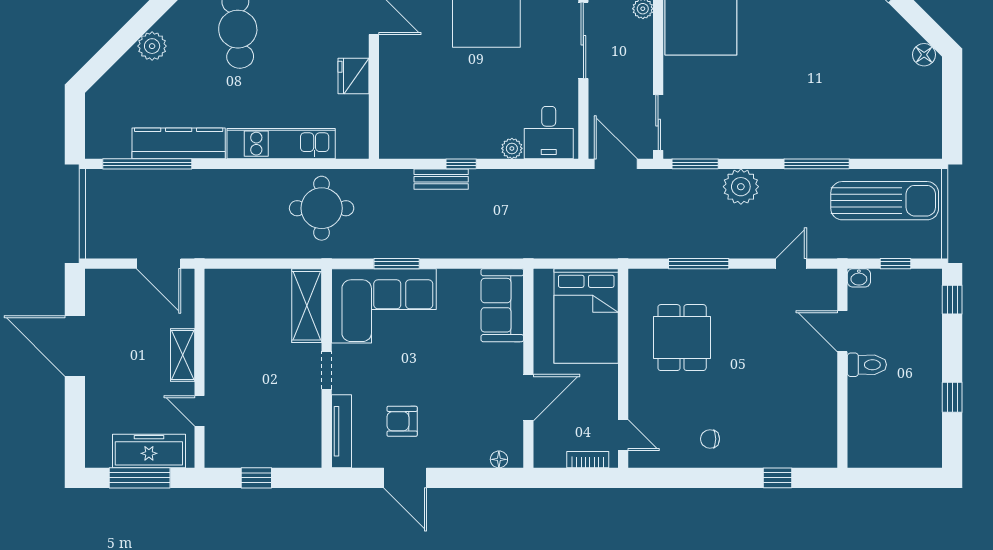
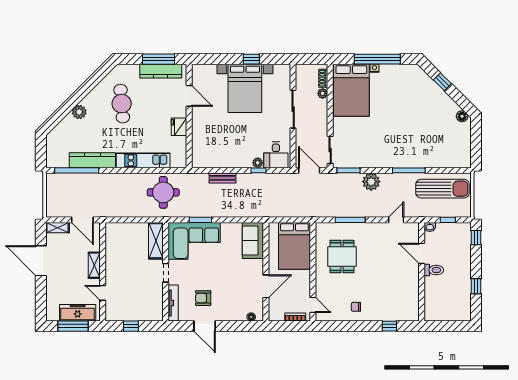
window: (461, 164) -> (259, 170), moved
shelving: (108, 279) -> (57, 228), added

